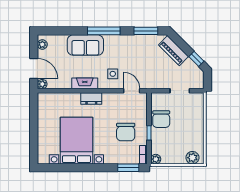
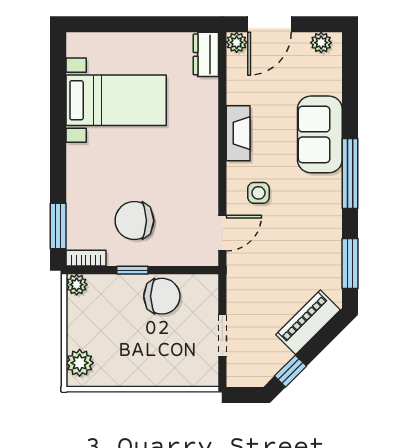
dresser: (91, 98) -> (206, 54), moved
chair: (161, 119) -> (162, 296), turned 180
bed with nightstands: (76, 141) -> (116, 100), width x0.73

